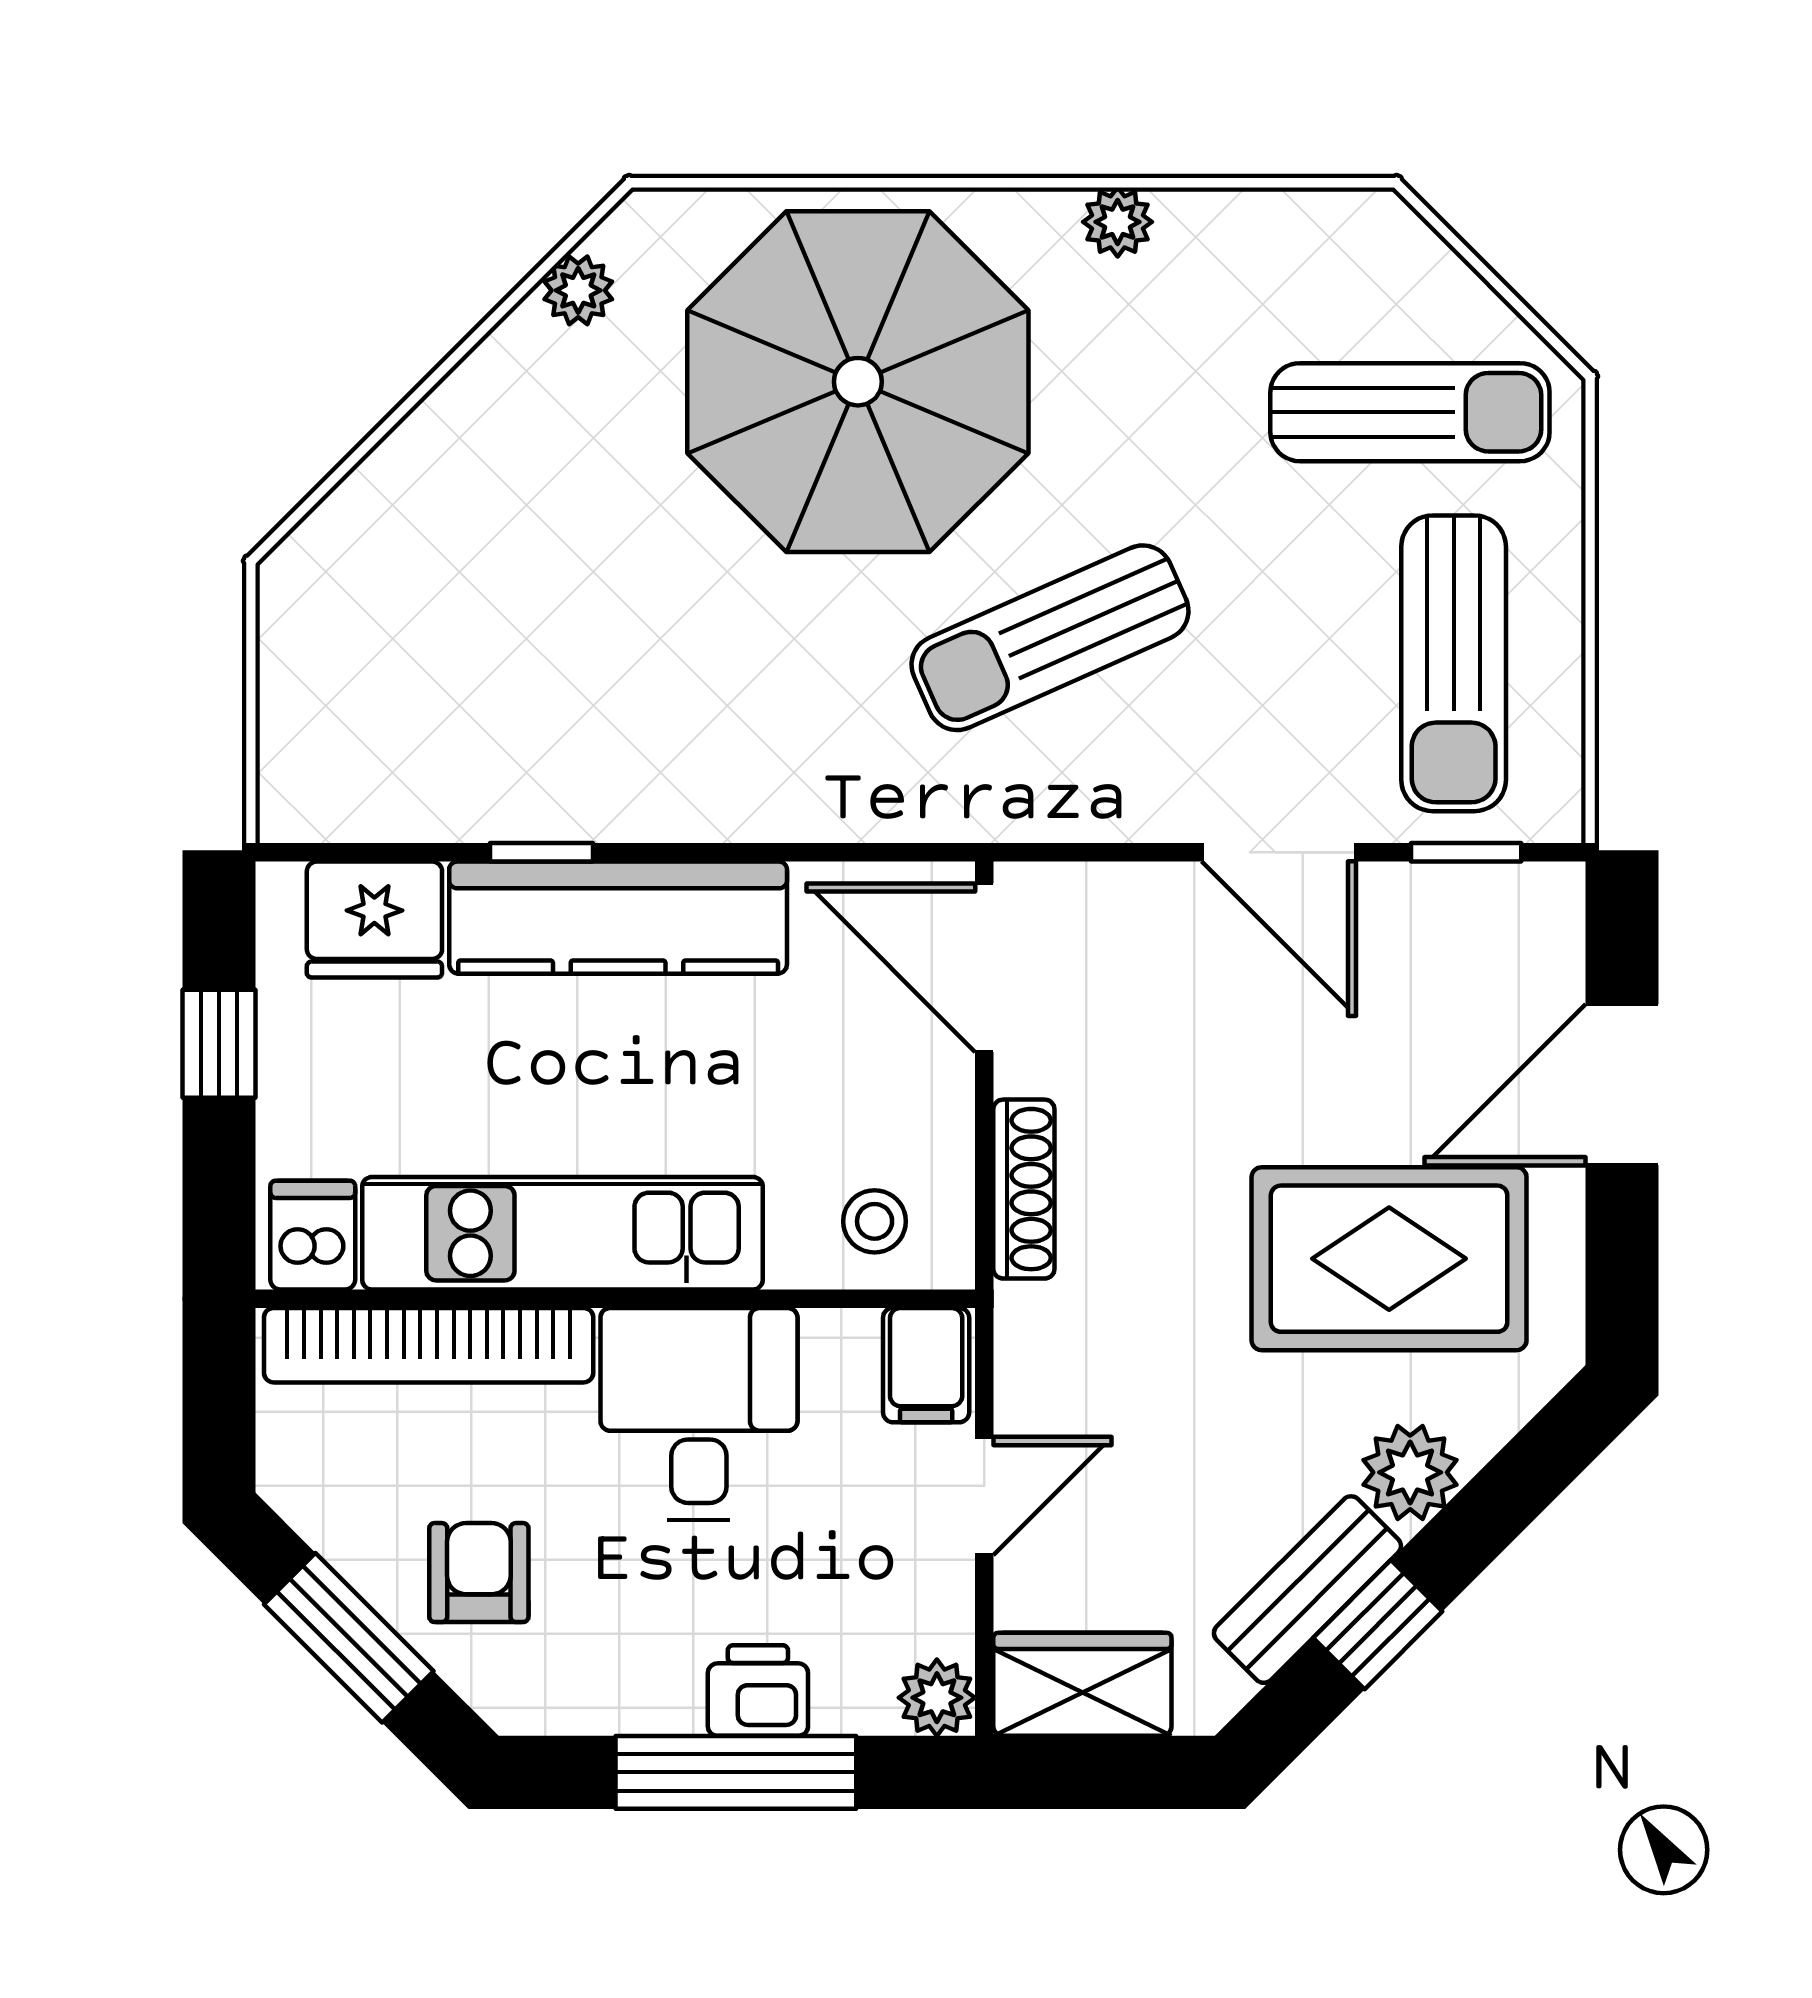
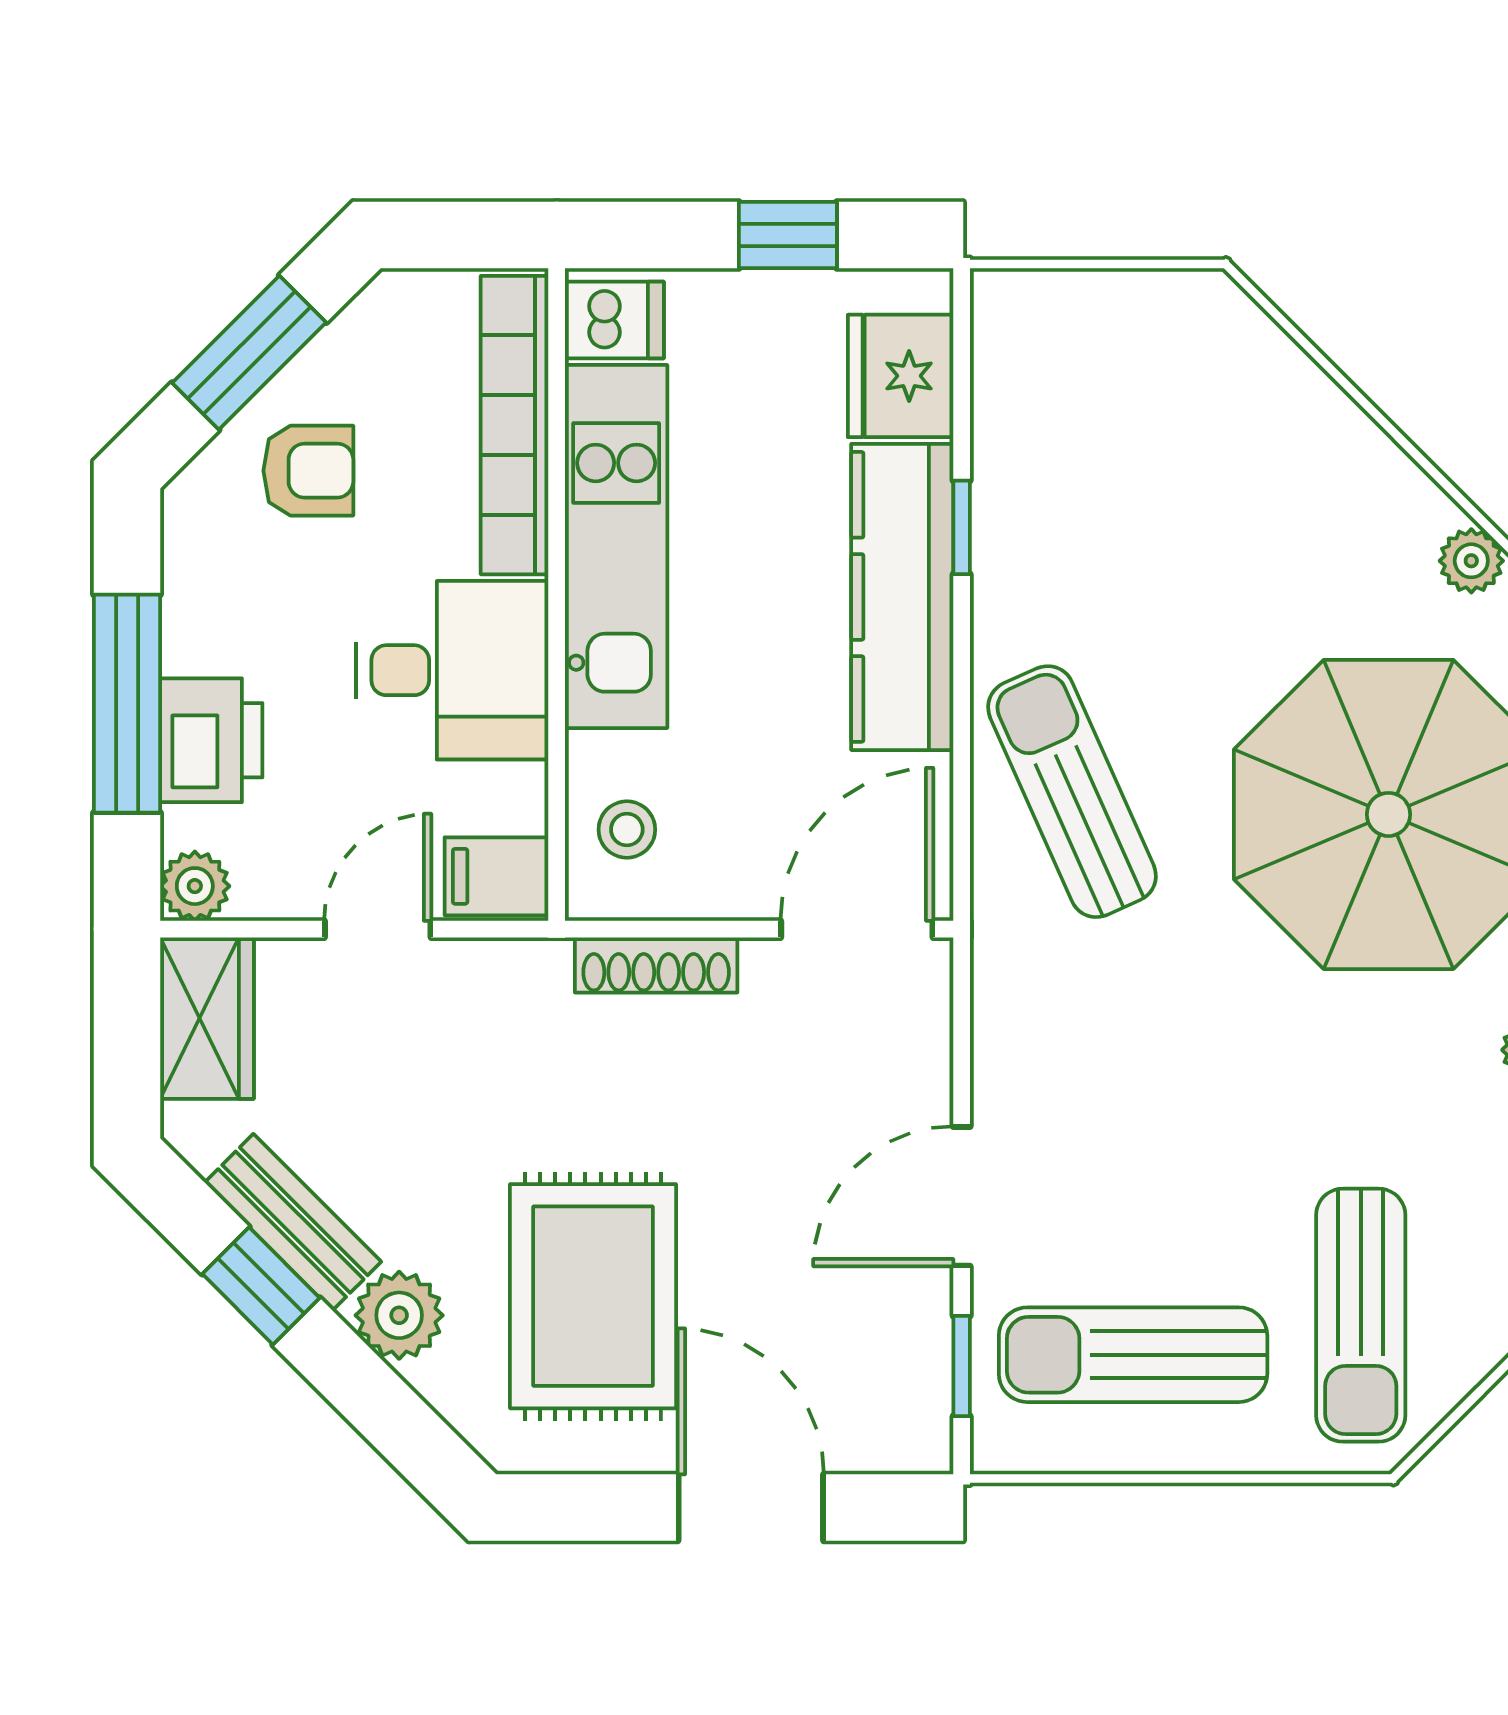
sun lounger: (1050, 638) -> (1072, 792), moved
door: (984, 1496) -> (378, 929), swing flipped
printer: (758, 1690) -> (211, 740), width x1.36, depth x1.24

